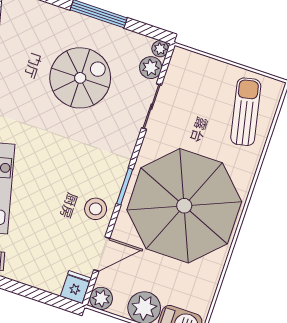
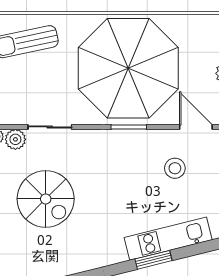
spiral stairs: (80, 78) -> (46, 199), turned 180
stool: (96, 209) -> (175, 168), moved

